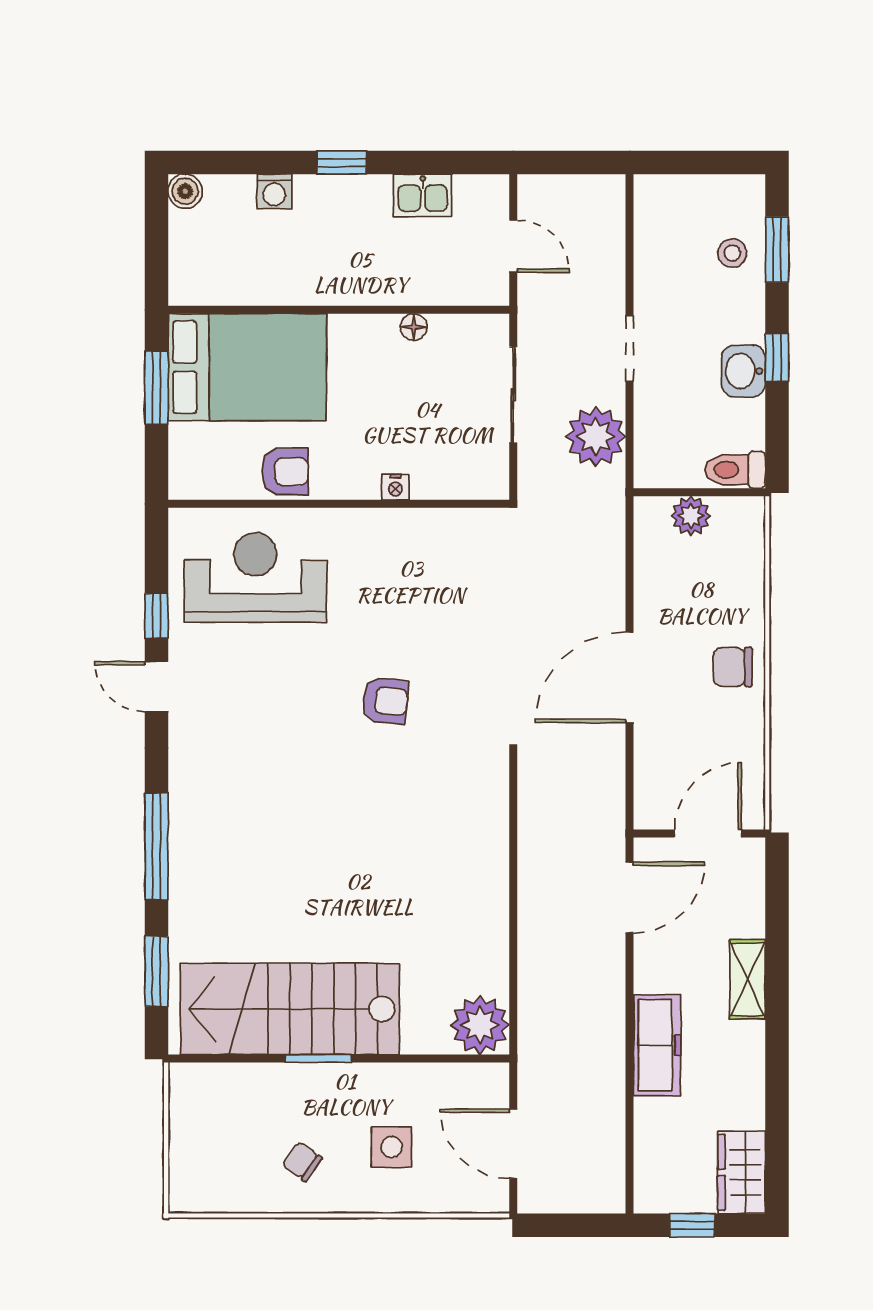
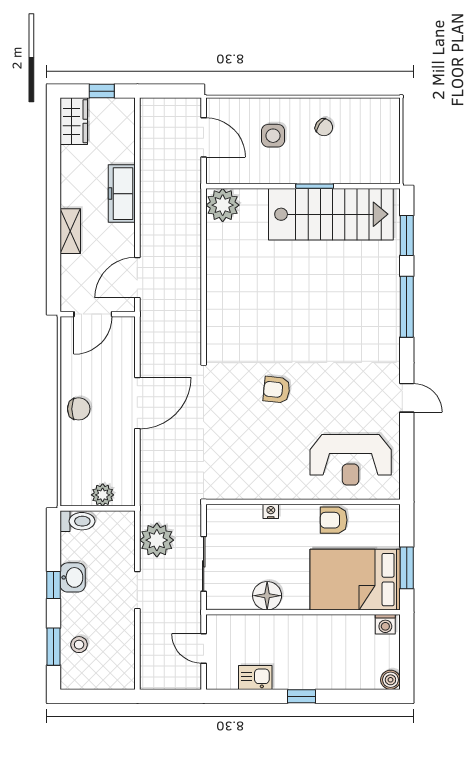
washing machine: (274, 192) -> (385, 624), moved, turned 180
floor lamp: (414, 327) -> (267, 596), width x1.89, depth x1.89
window: (156, 616) -> (407, 438), removed

